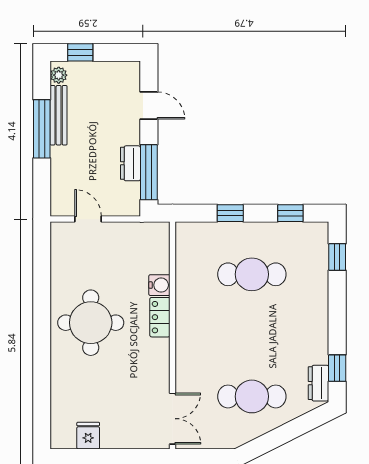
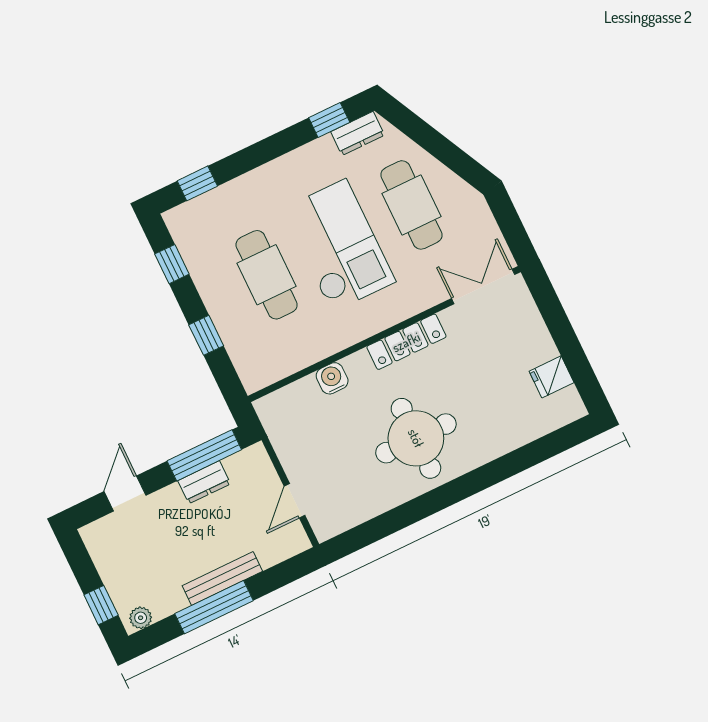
bench: (59, 115) -> (222, 578), moved
locker: (160, 317) -> (406, 342), moved, width x1.53
checkout: (248, 333) -> (339, 245), added

